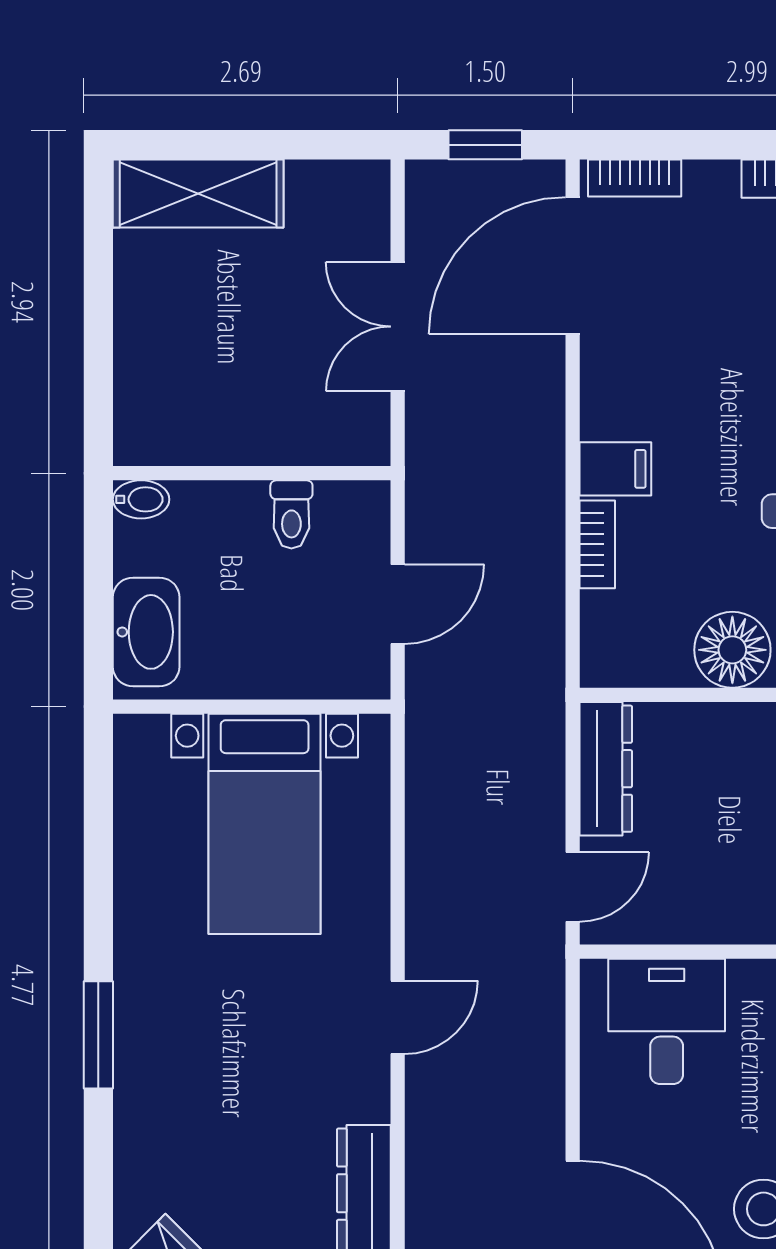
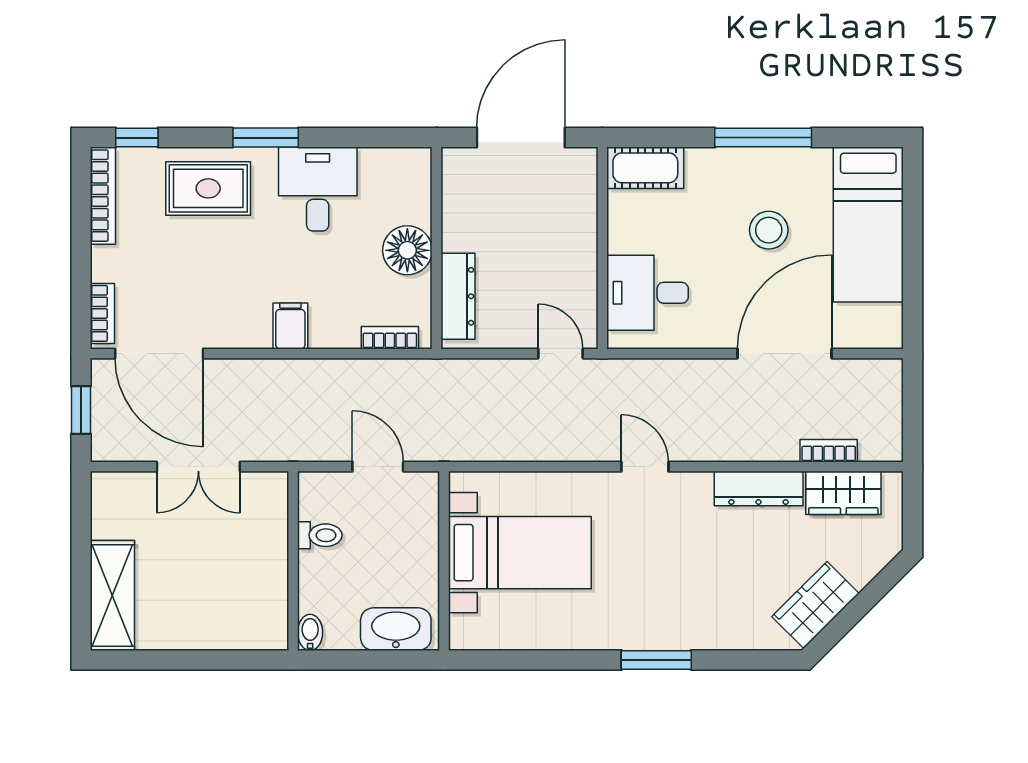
bookcase: (597, 544) -> (390, 338), moved
dresser: (606, 769) -> (458, 296), moved, turned 90

